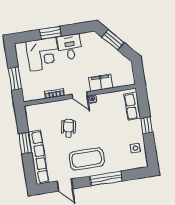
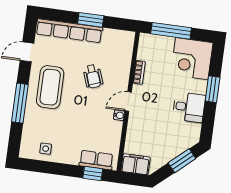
corner desk: (43, 54) -> (192, 59), moved
window: (15, 79) -> (171, 31), width x1.44
filing cabinet: (101, 83) -> (136, 164), moved, turned -90
window: (147, 125) -> (93, 174), moved
wheelchair: (68, 128) -> (93, 76), turned 59

